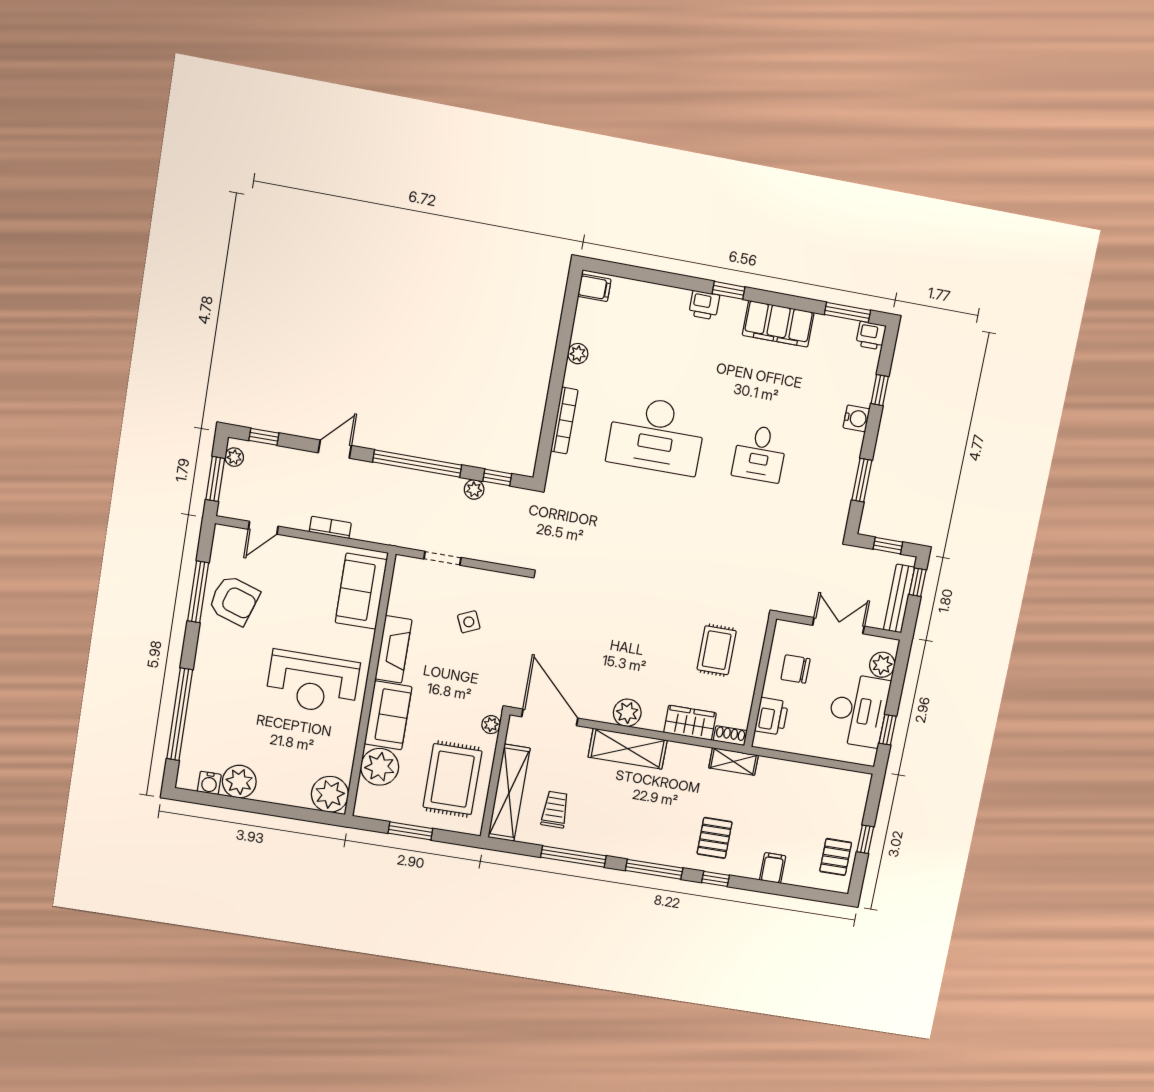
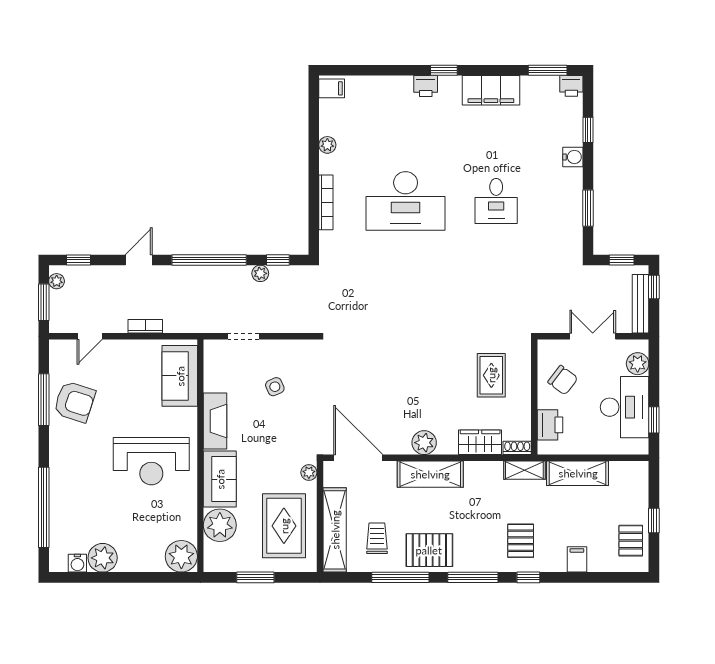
chair: (796, 669) -> (563, 380), turned -143
shelving: (792, 774) -> (578, 473), added
pallet: (611, 832) -> (429, 550), added

